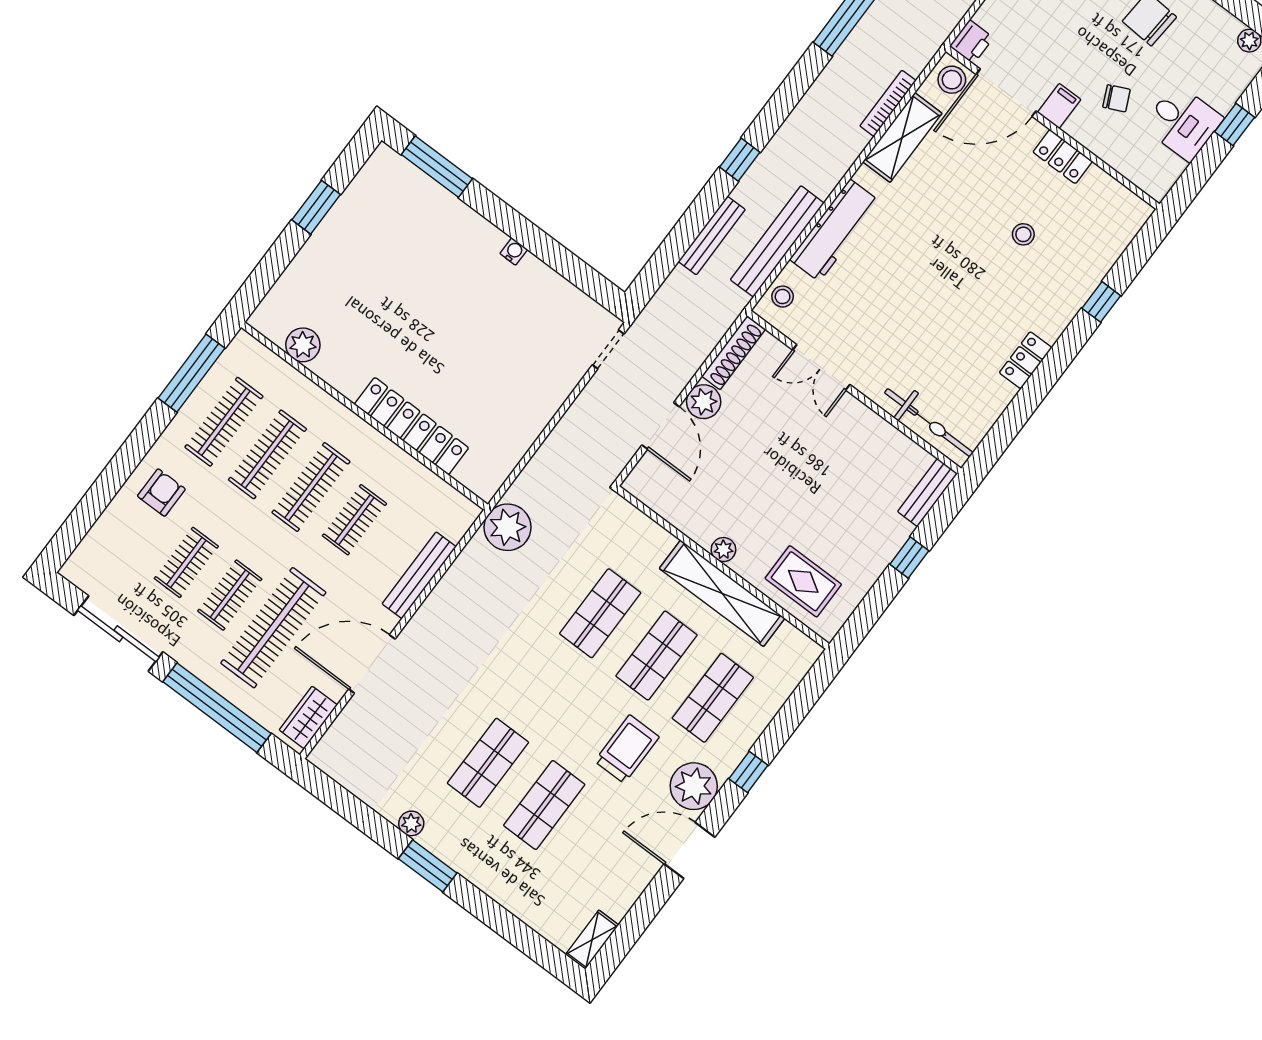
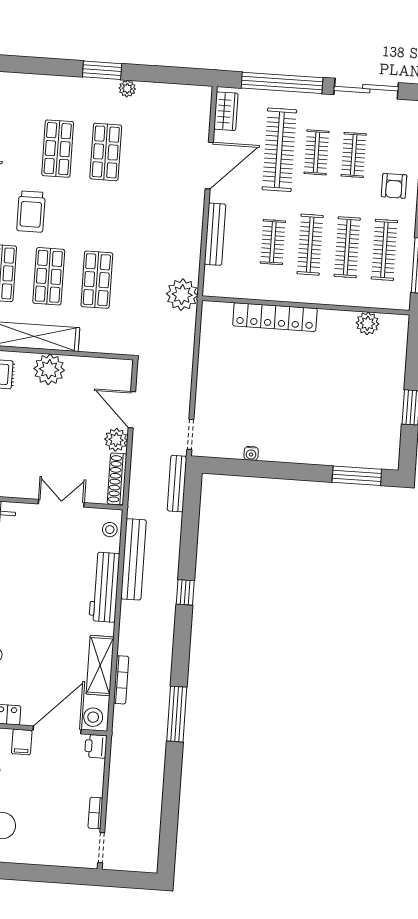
bench: (712, 236) -> (177, 484), moved
water cooler: (514, 251) -> (251, 453), moved
plant: (723, 550) -> (49, 369), width x1.87, depth x1.87

